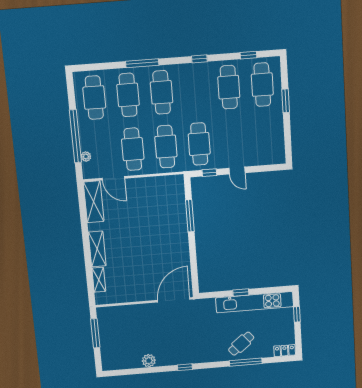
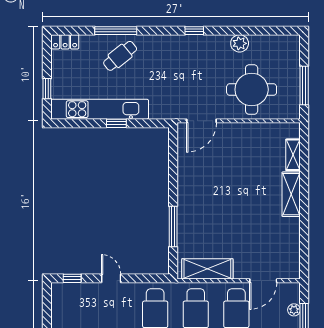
window: (209, 173) -> (72, 278), moved
door: (113, 178) -> (263, 281), swing flipped
shelving: (94, 202) -> (207, 269), moved, turned 90
door: (174, 300) -> (201, 121), width x0.73
round table: (136, 327) -> (252, 90), added

